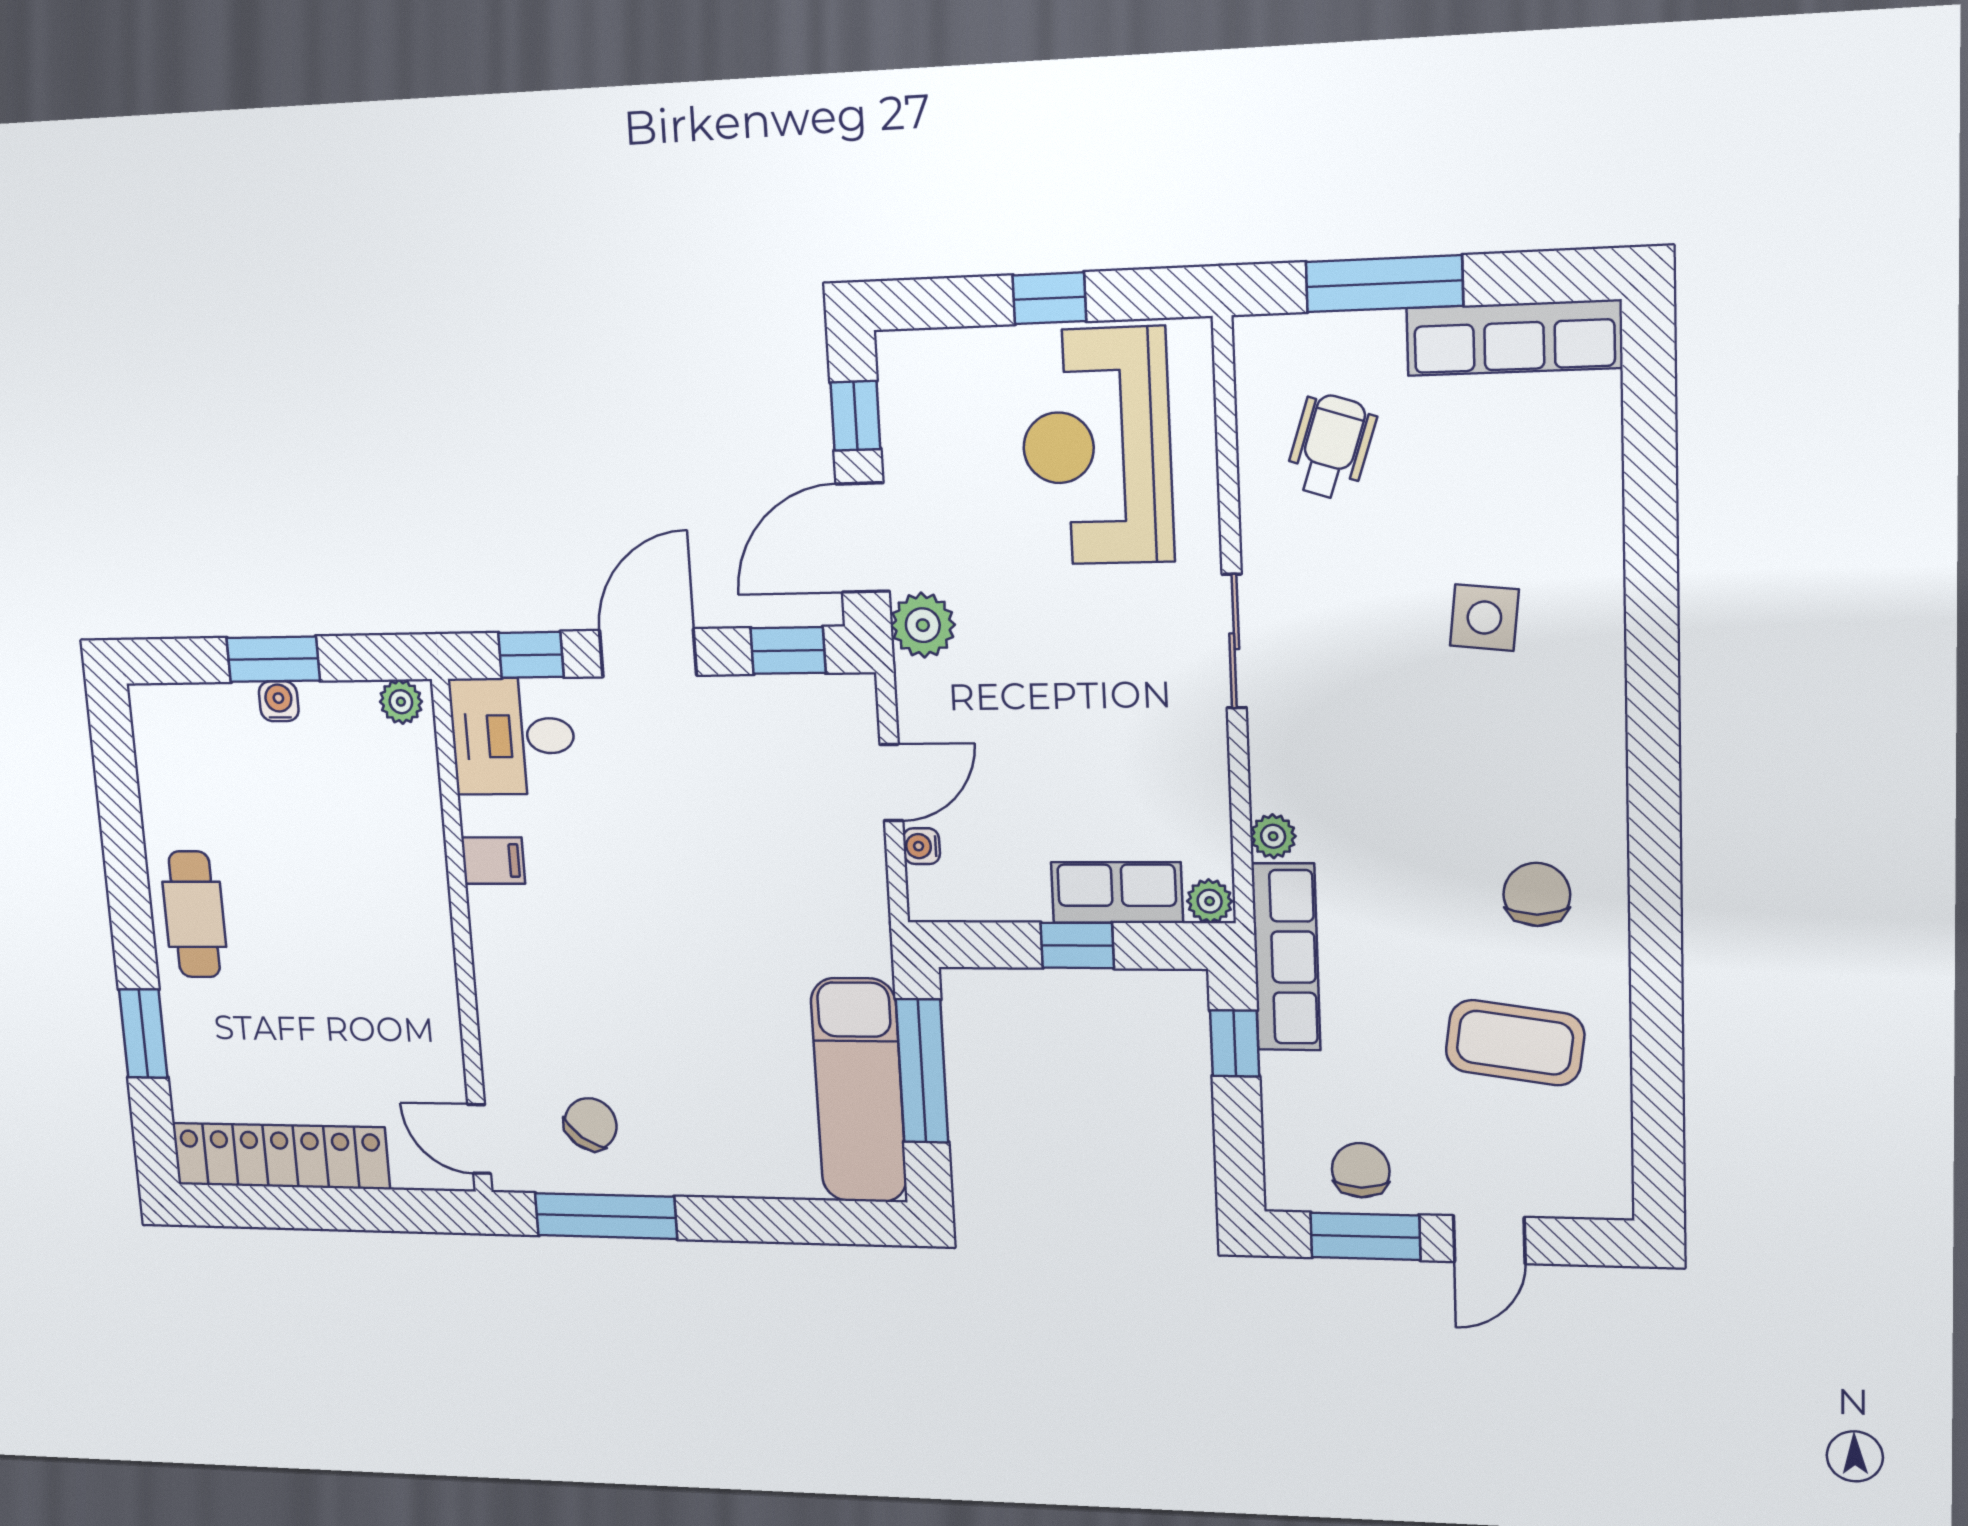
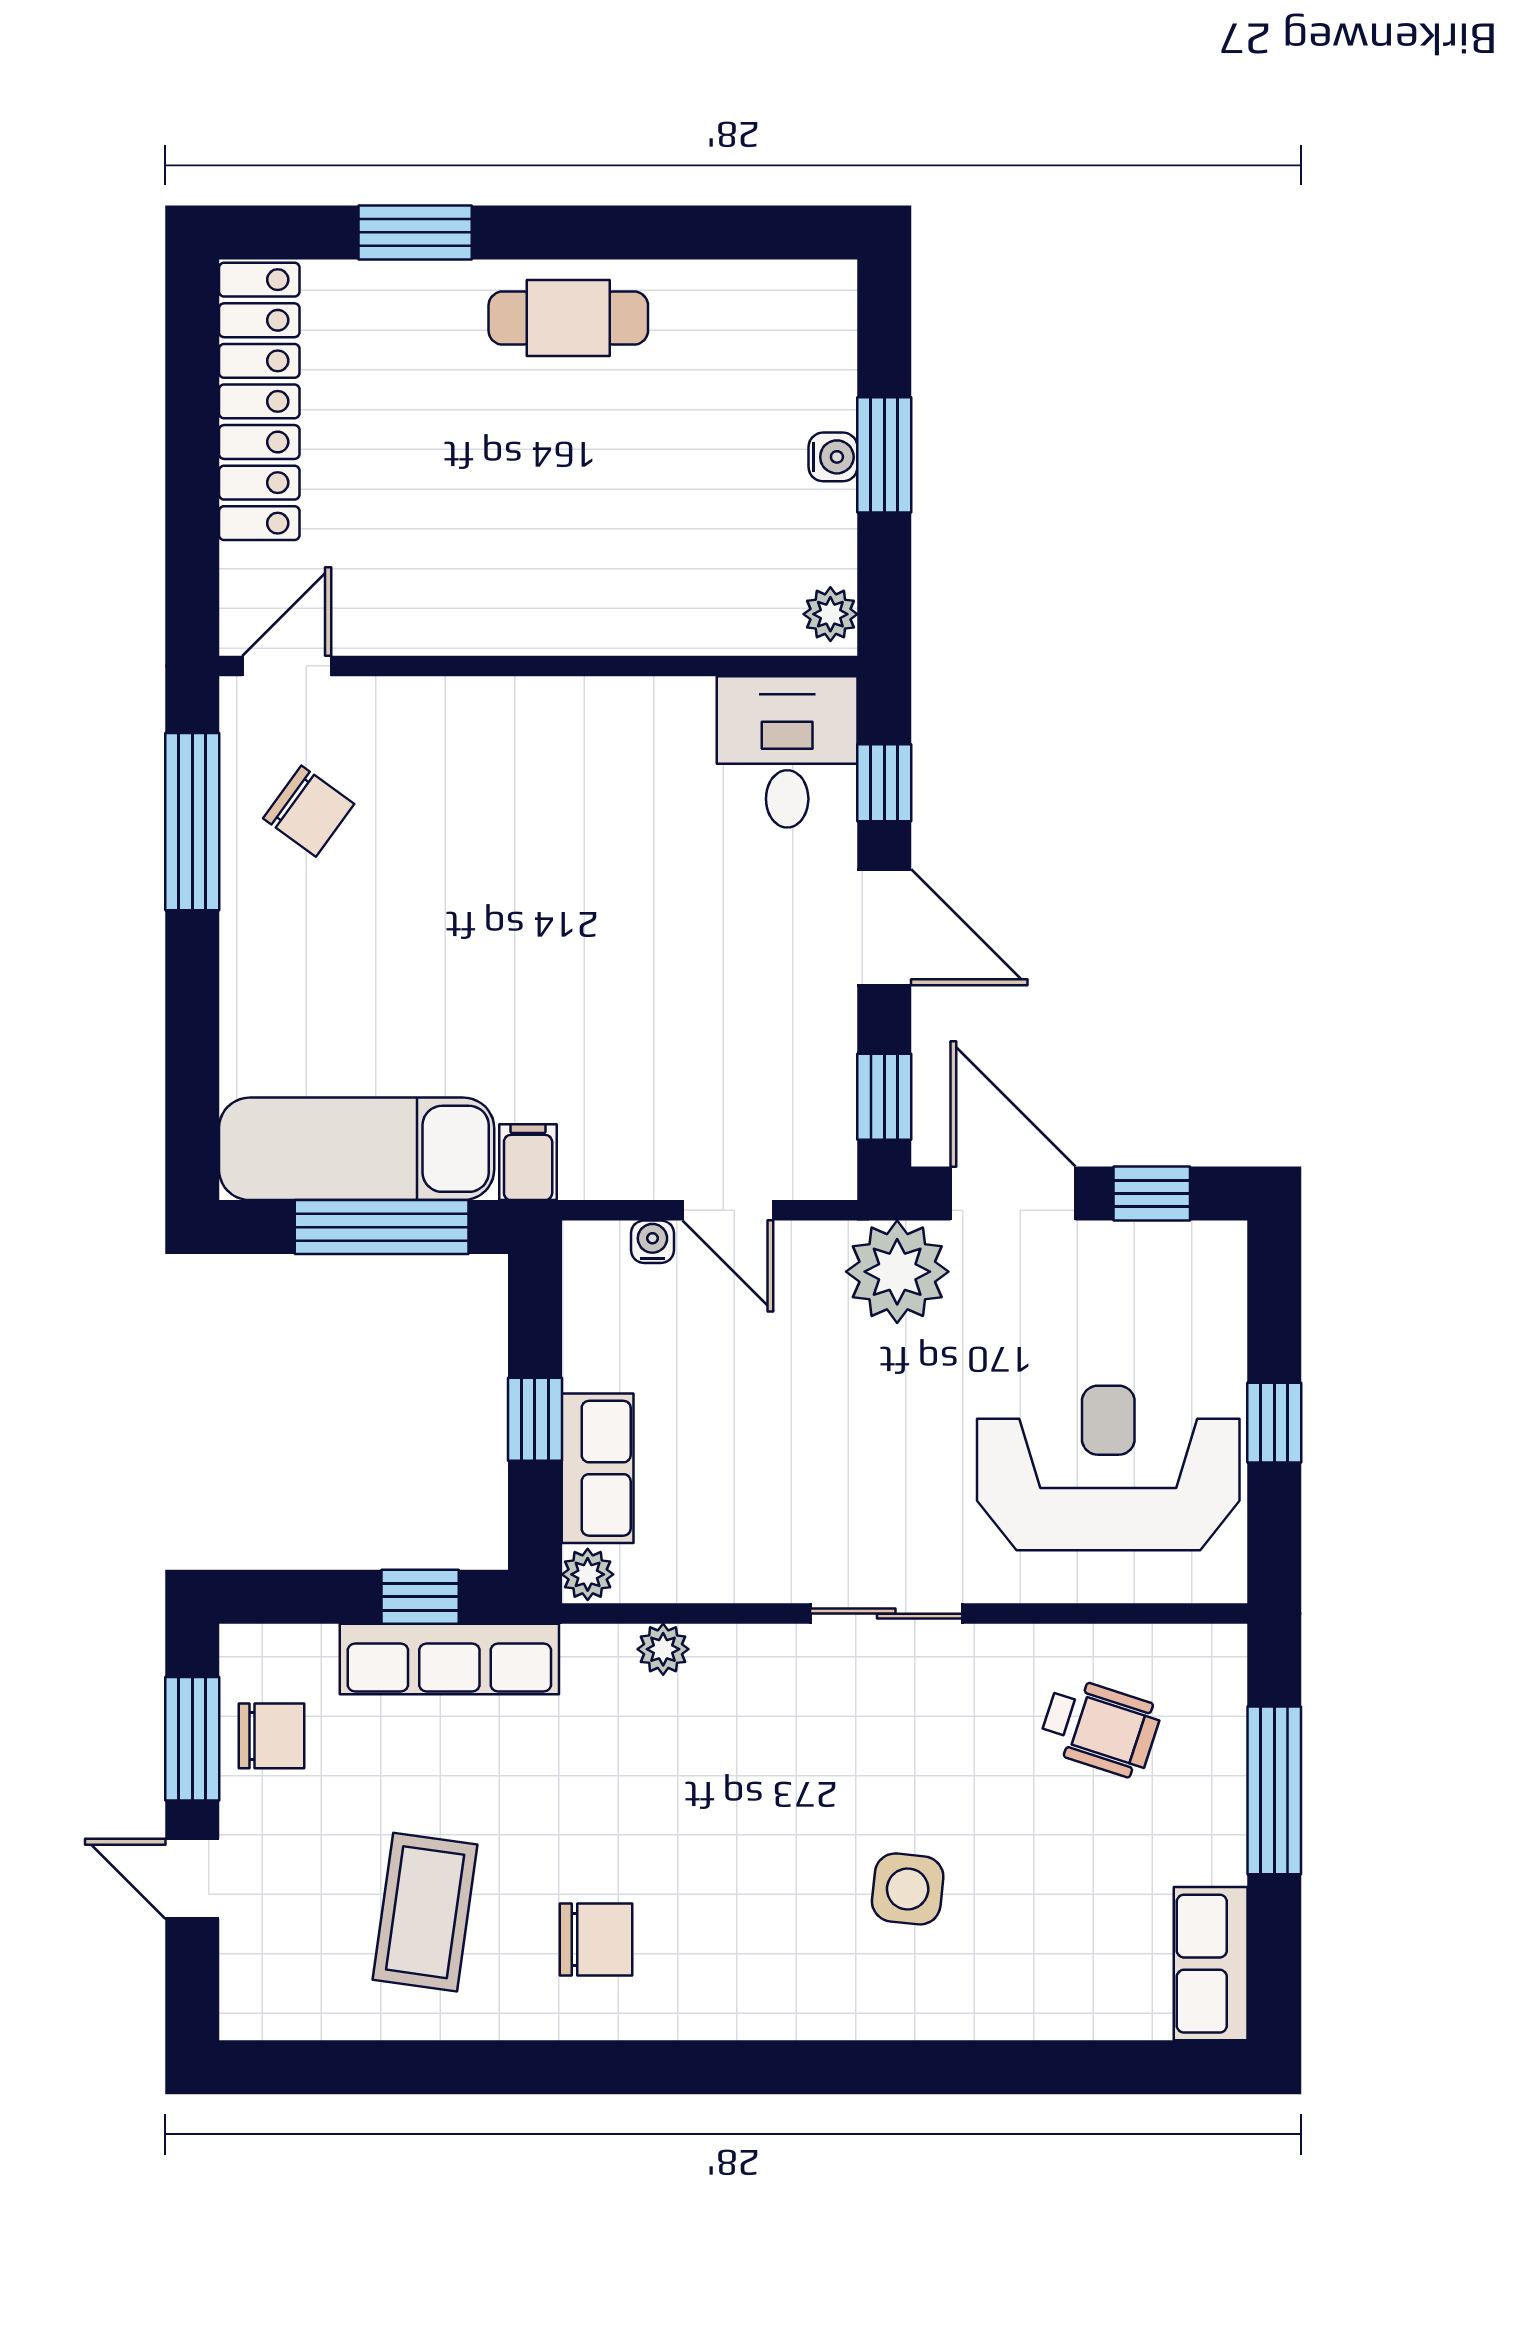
row of seats: (1514, 338) -> (1211, 1964), width x0.68
plant: (923, 625) -> (897, 1272), width x1.36, depth x1.36
filing cabinet: (493, 861) -> (528, 1162), moved, turned 180
row of seats: (1286, 957) -> (449, 1659), moved

